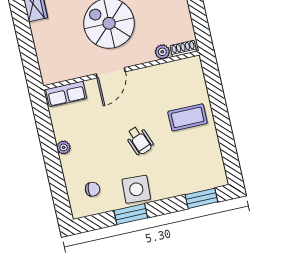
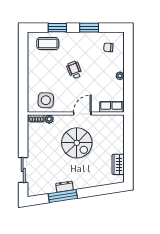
coffee table: (188, 117) -> (48, 44), moved
side table: (136, 189) -> (46, 100), moved
window: (201, 198) -> (57, 28), moved

